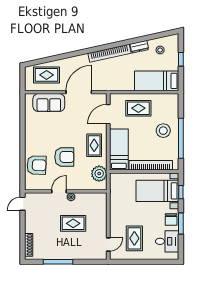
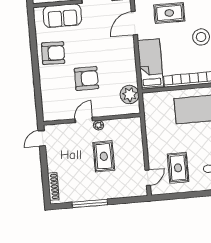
rug: (94, 145) -> (121, 62), removed
armchair: (37, 165) -> (53, 53), moved
rug: (73, 223) -> (104, 156), turned 90

